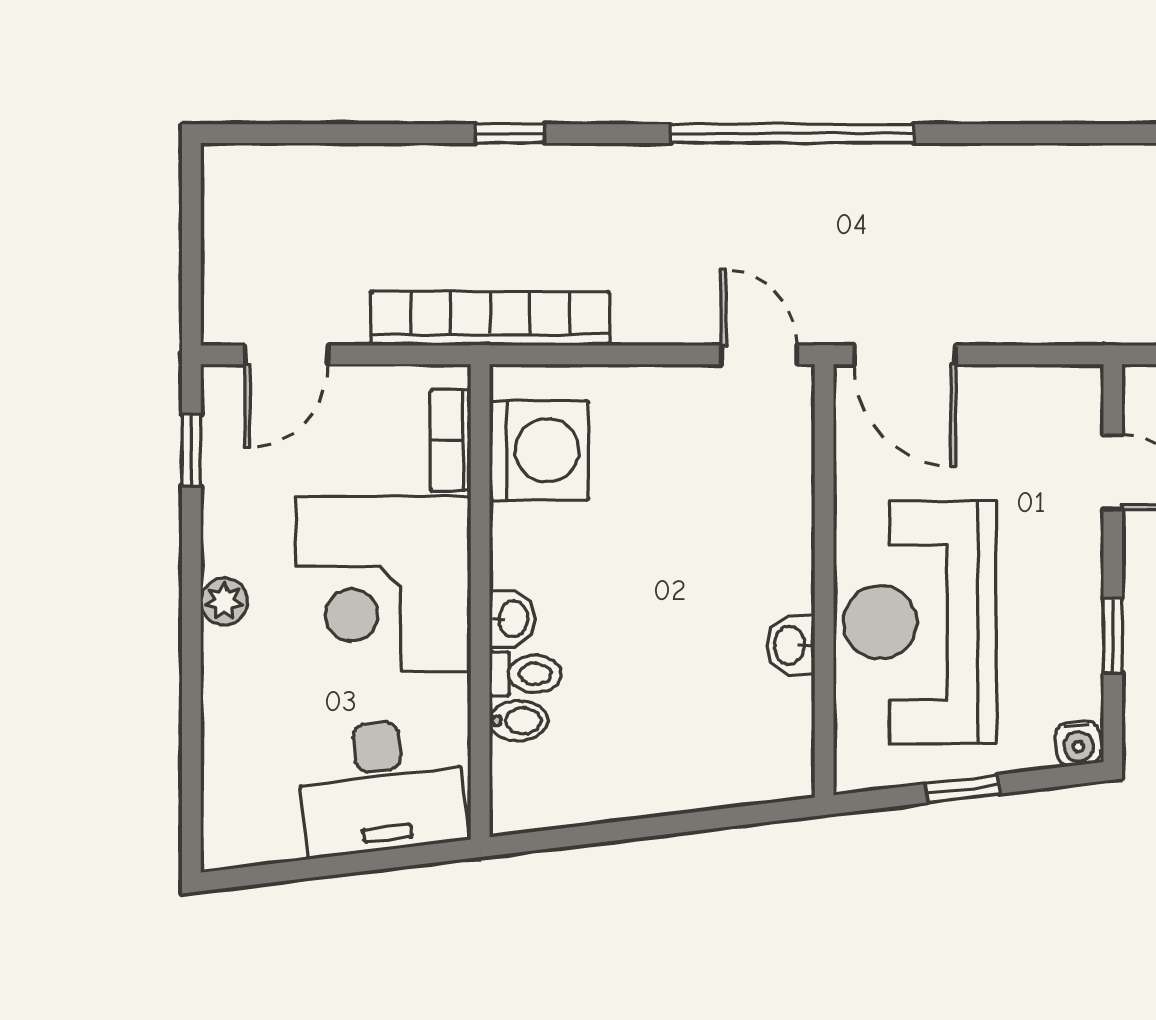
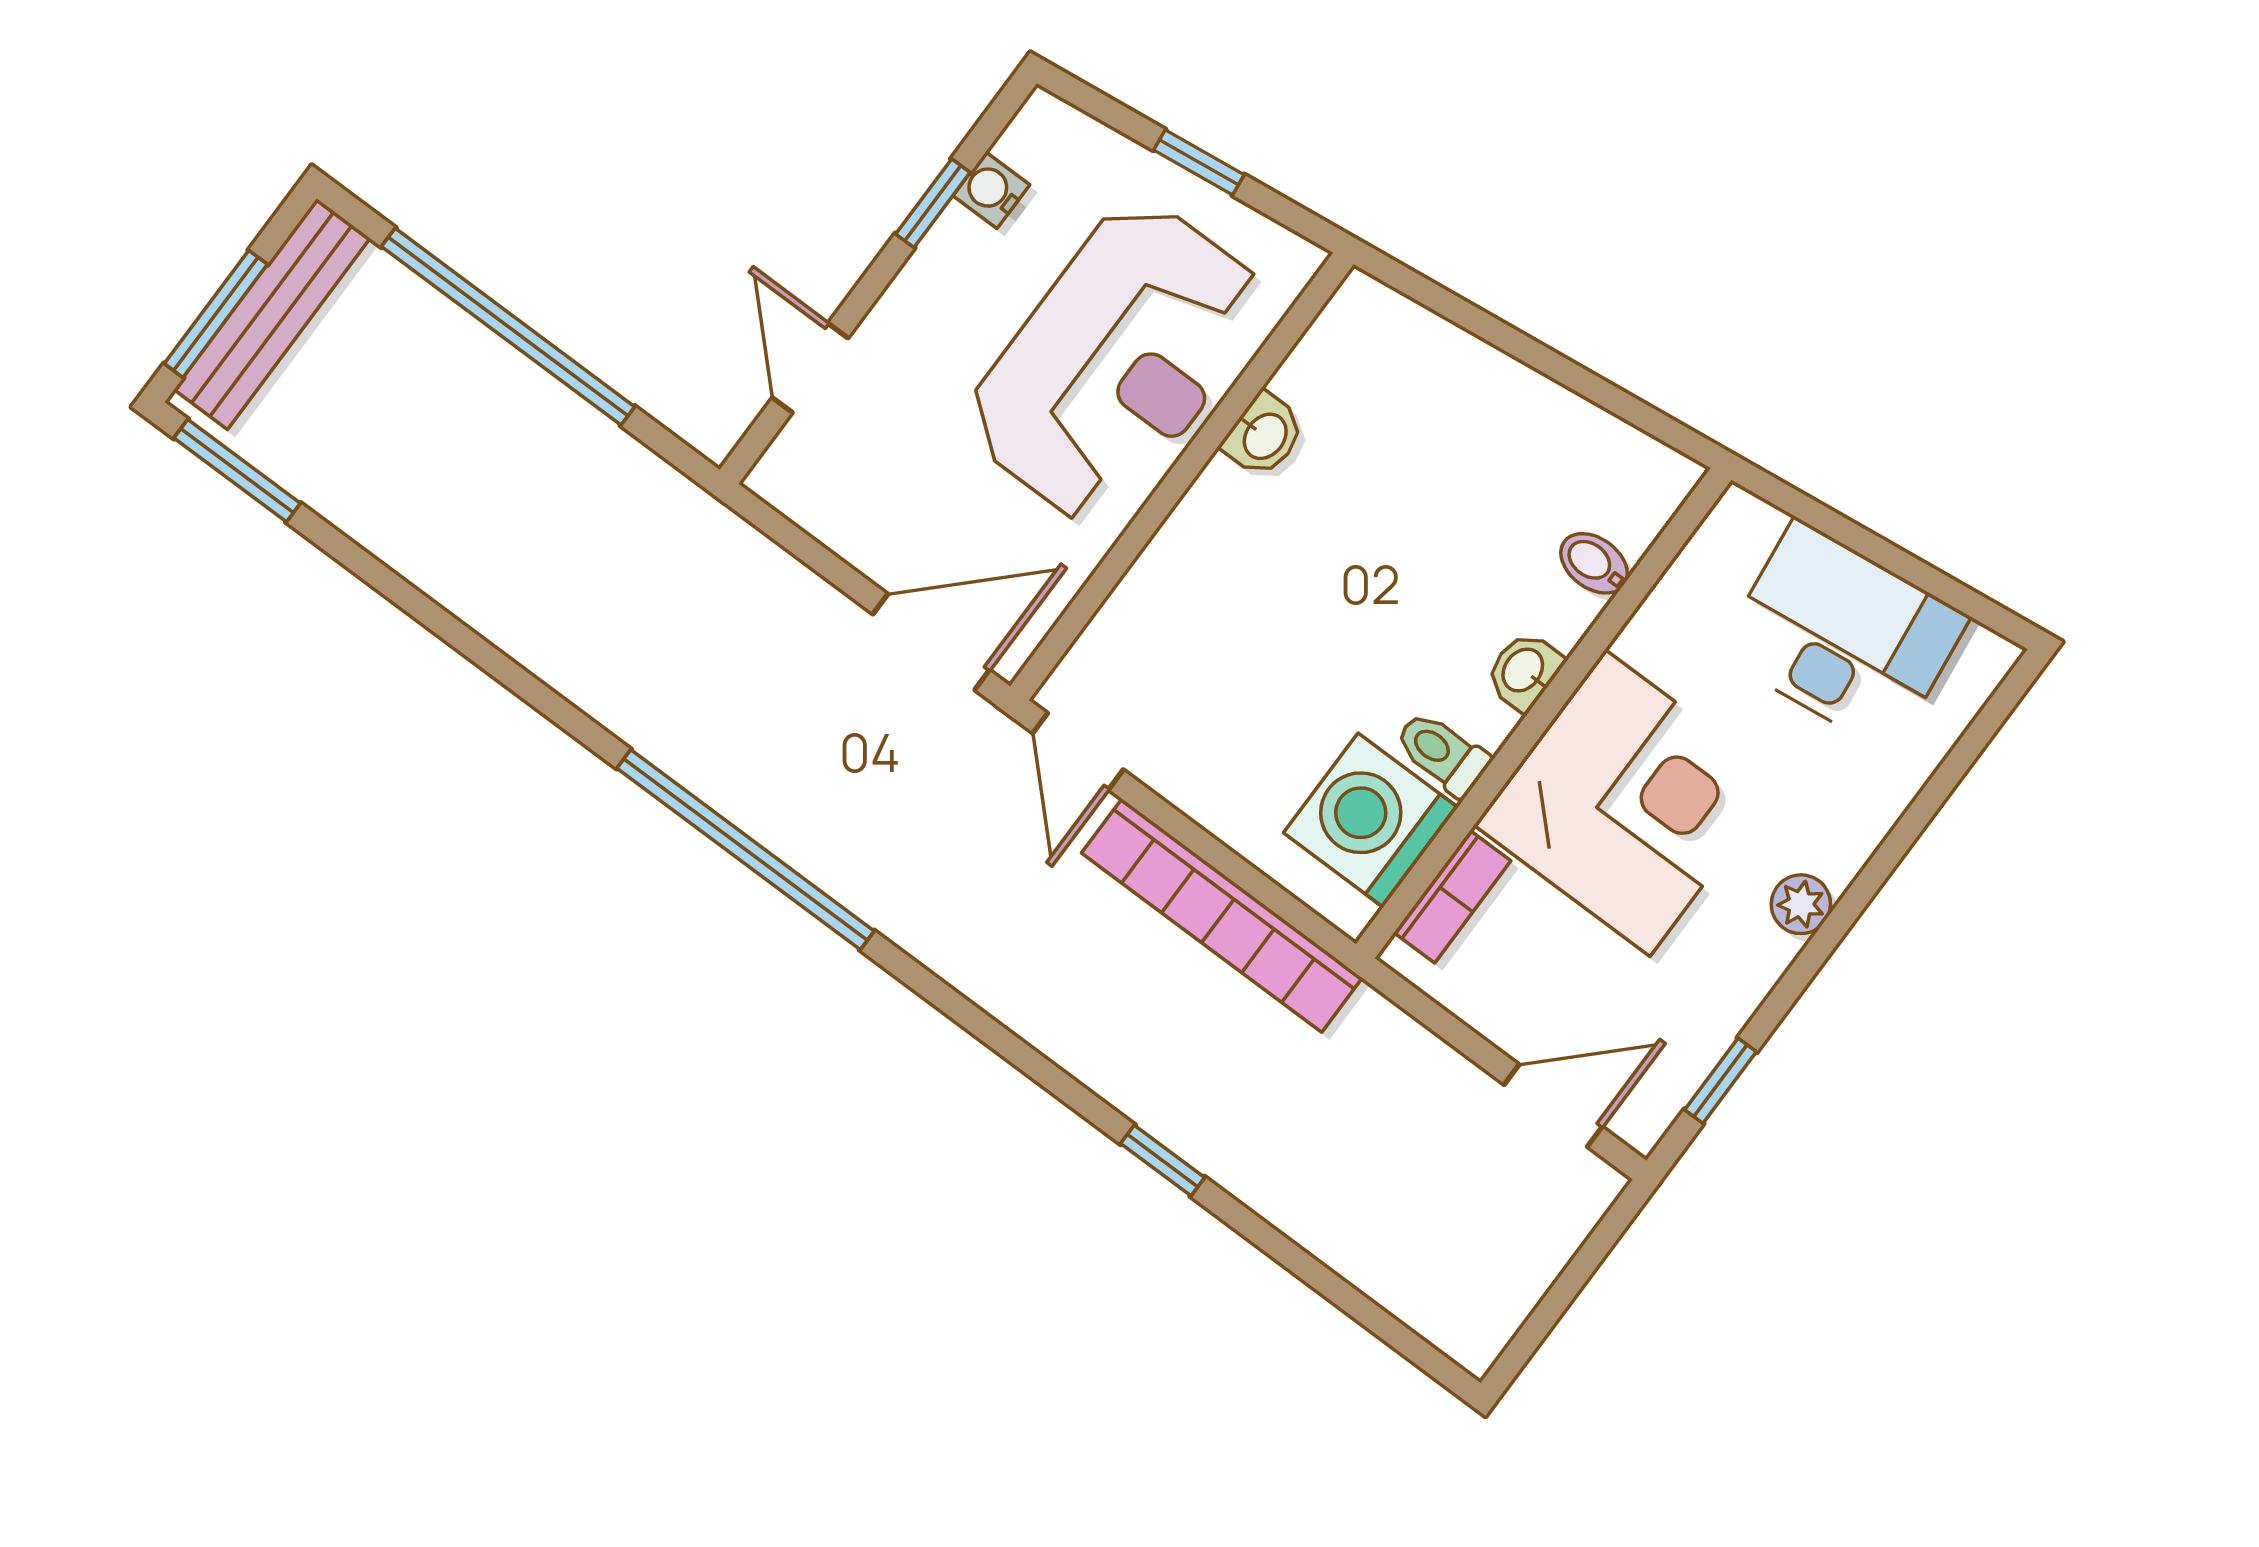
window: (792, 134) -> (745, 850), moved
bookcase: (490, 318) -> (1222, 915), moved
door: (905, 355) -> (931, 642), hinge flipped
toilet: (525, 674) -> (1442, 753), moved
water cooler: (1078, 743) -> (991, 190), moved, turned -83
desk: (381, 786) -> (1843, 636), moved

